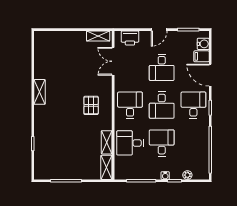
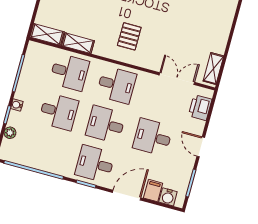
pallet: (91, 105) -> (129, 36), turned 90
desk: (193, 105) -> (95, 164), turned 180
desk: (130, 143) -> (69, 72), turned 90

